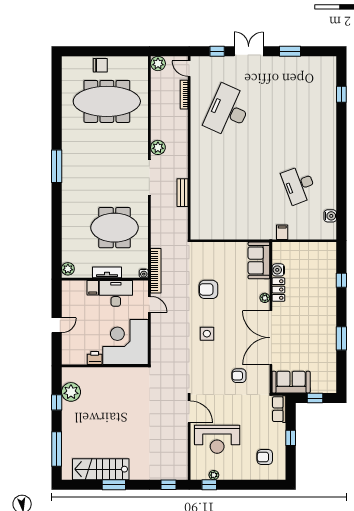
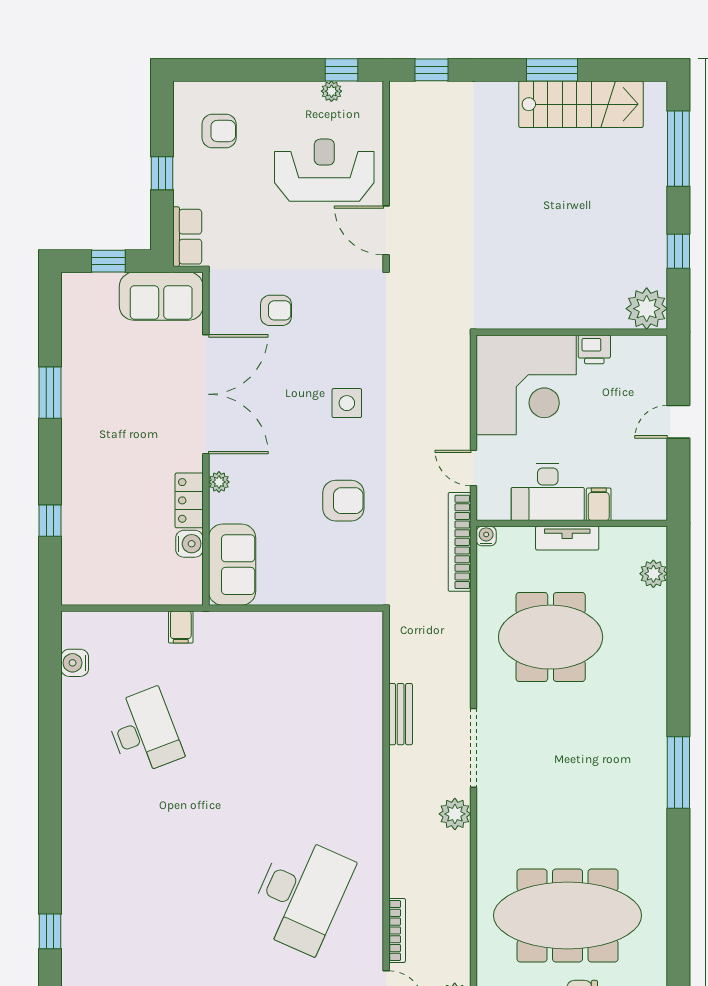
plant: (68, 269) -> (653, 574), moved
plant: (71, 392) -> (647, 309), moved

